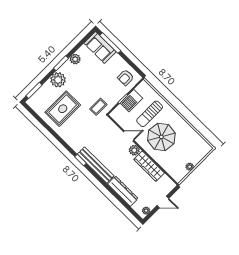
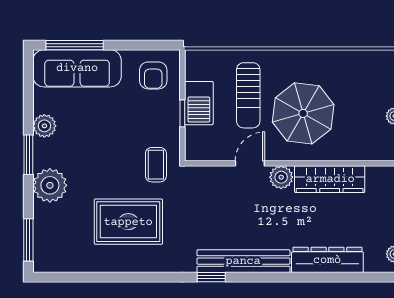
sofa: (100, 47) -> (77, 68), width x1.36
rug: (63, 109) -> (128, 222), moved, turned 90

